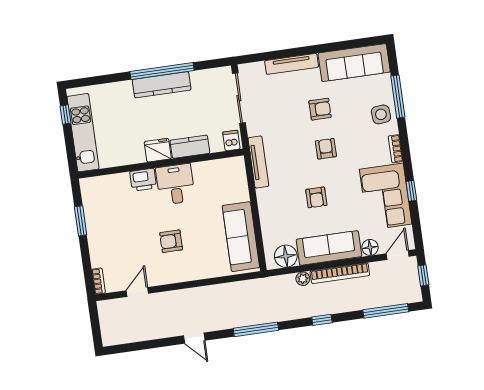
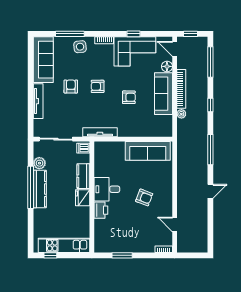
plant: (200, 79) -> (39, 163), added
armchair: (171, 241) -> (144, 197), turned -69
floor lamp: (286, 256) -> (165, 123), removed

